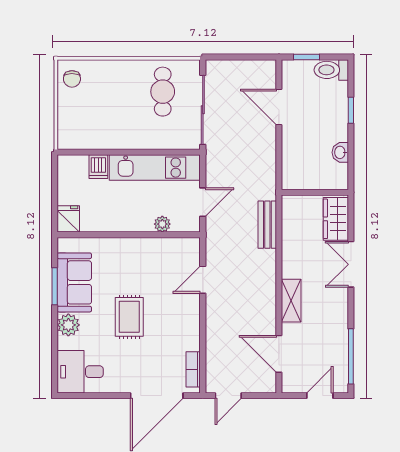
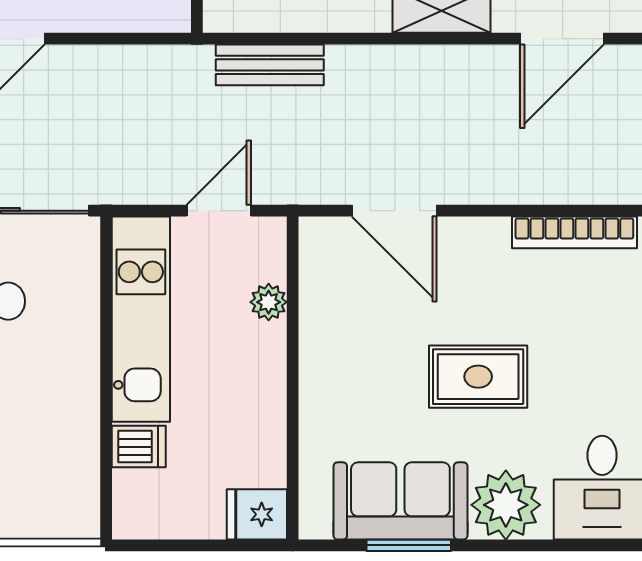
door: (203, 202) -> (219, 211), hinge flipped
door: (203, 280) -> (394, 211), width x1.38
plant: (68, 325) -> (506, 505), width x1.36, depth x1.36
bookcase: (193, 369) -> (574, 232), width x1.56

